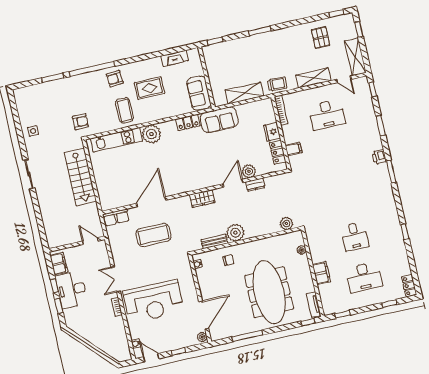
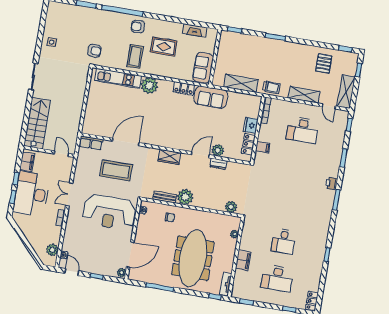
stairs: (80, 177) -> (37, 123), moved, turned 180
desk: (71, 290) -> (31, 194), width x1.36, depth x1.30
reception desk: (153, 301) -> (109, 212), moved
plant: (122, 343) -> (52, 250), added

